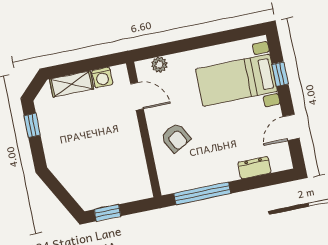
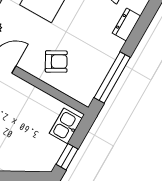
kitchen sink: (131, 190) -> (66, 126), added

